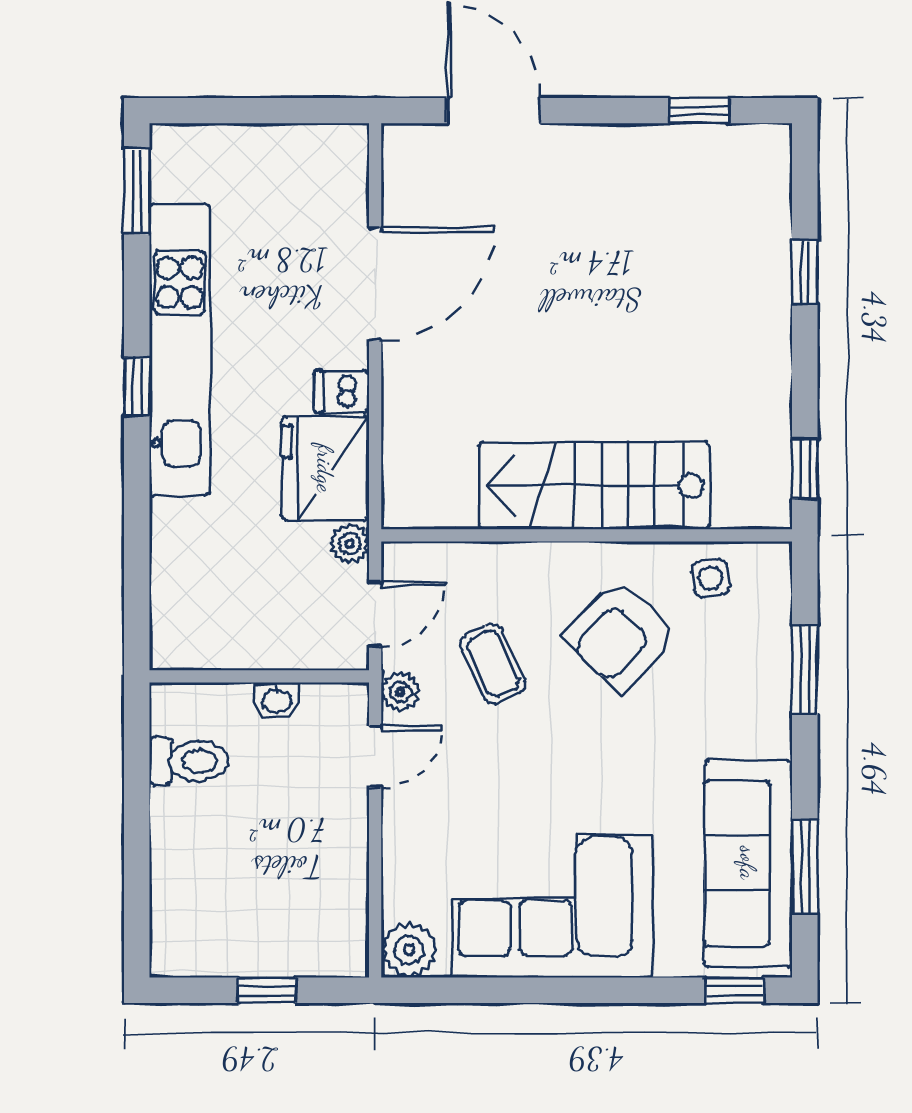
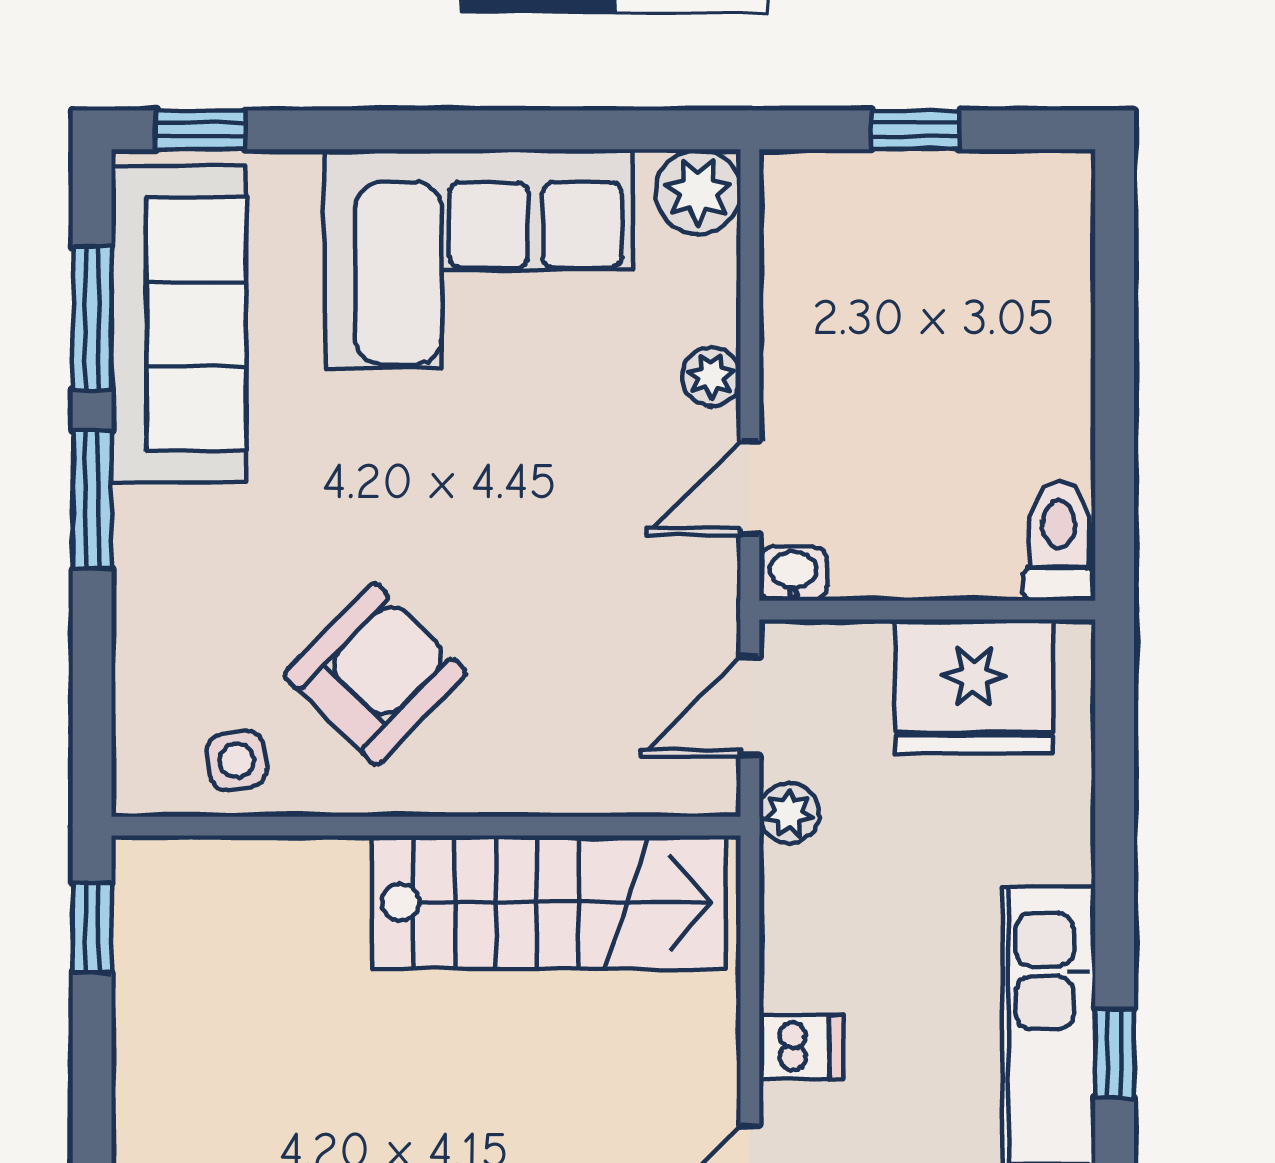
fridge: (325, 468) -> (974, 687), moved, turned 90
stairs: (594, 486) -> (549, 902), moved
coffee table: (493, 664) -> (569, 630), removed
window: (805, 670) -> (92, 500), moved
plant: (400, 692) -> (711, 376), moved
washbasin: (277, 700) -> (793, 573), moved
toilet: (189, 761) -> (1059, 541), moved, turned 90

